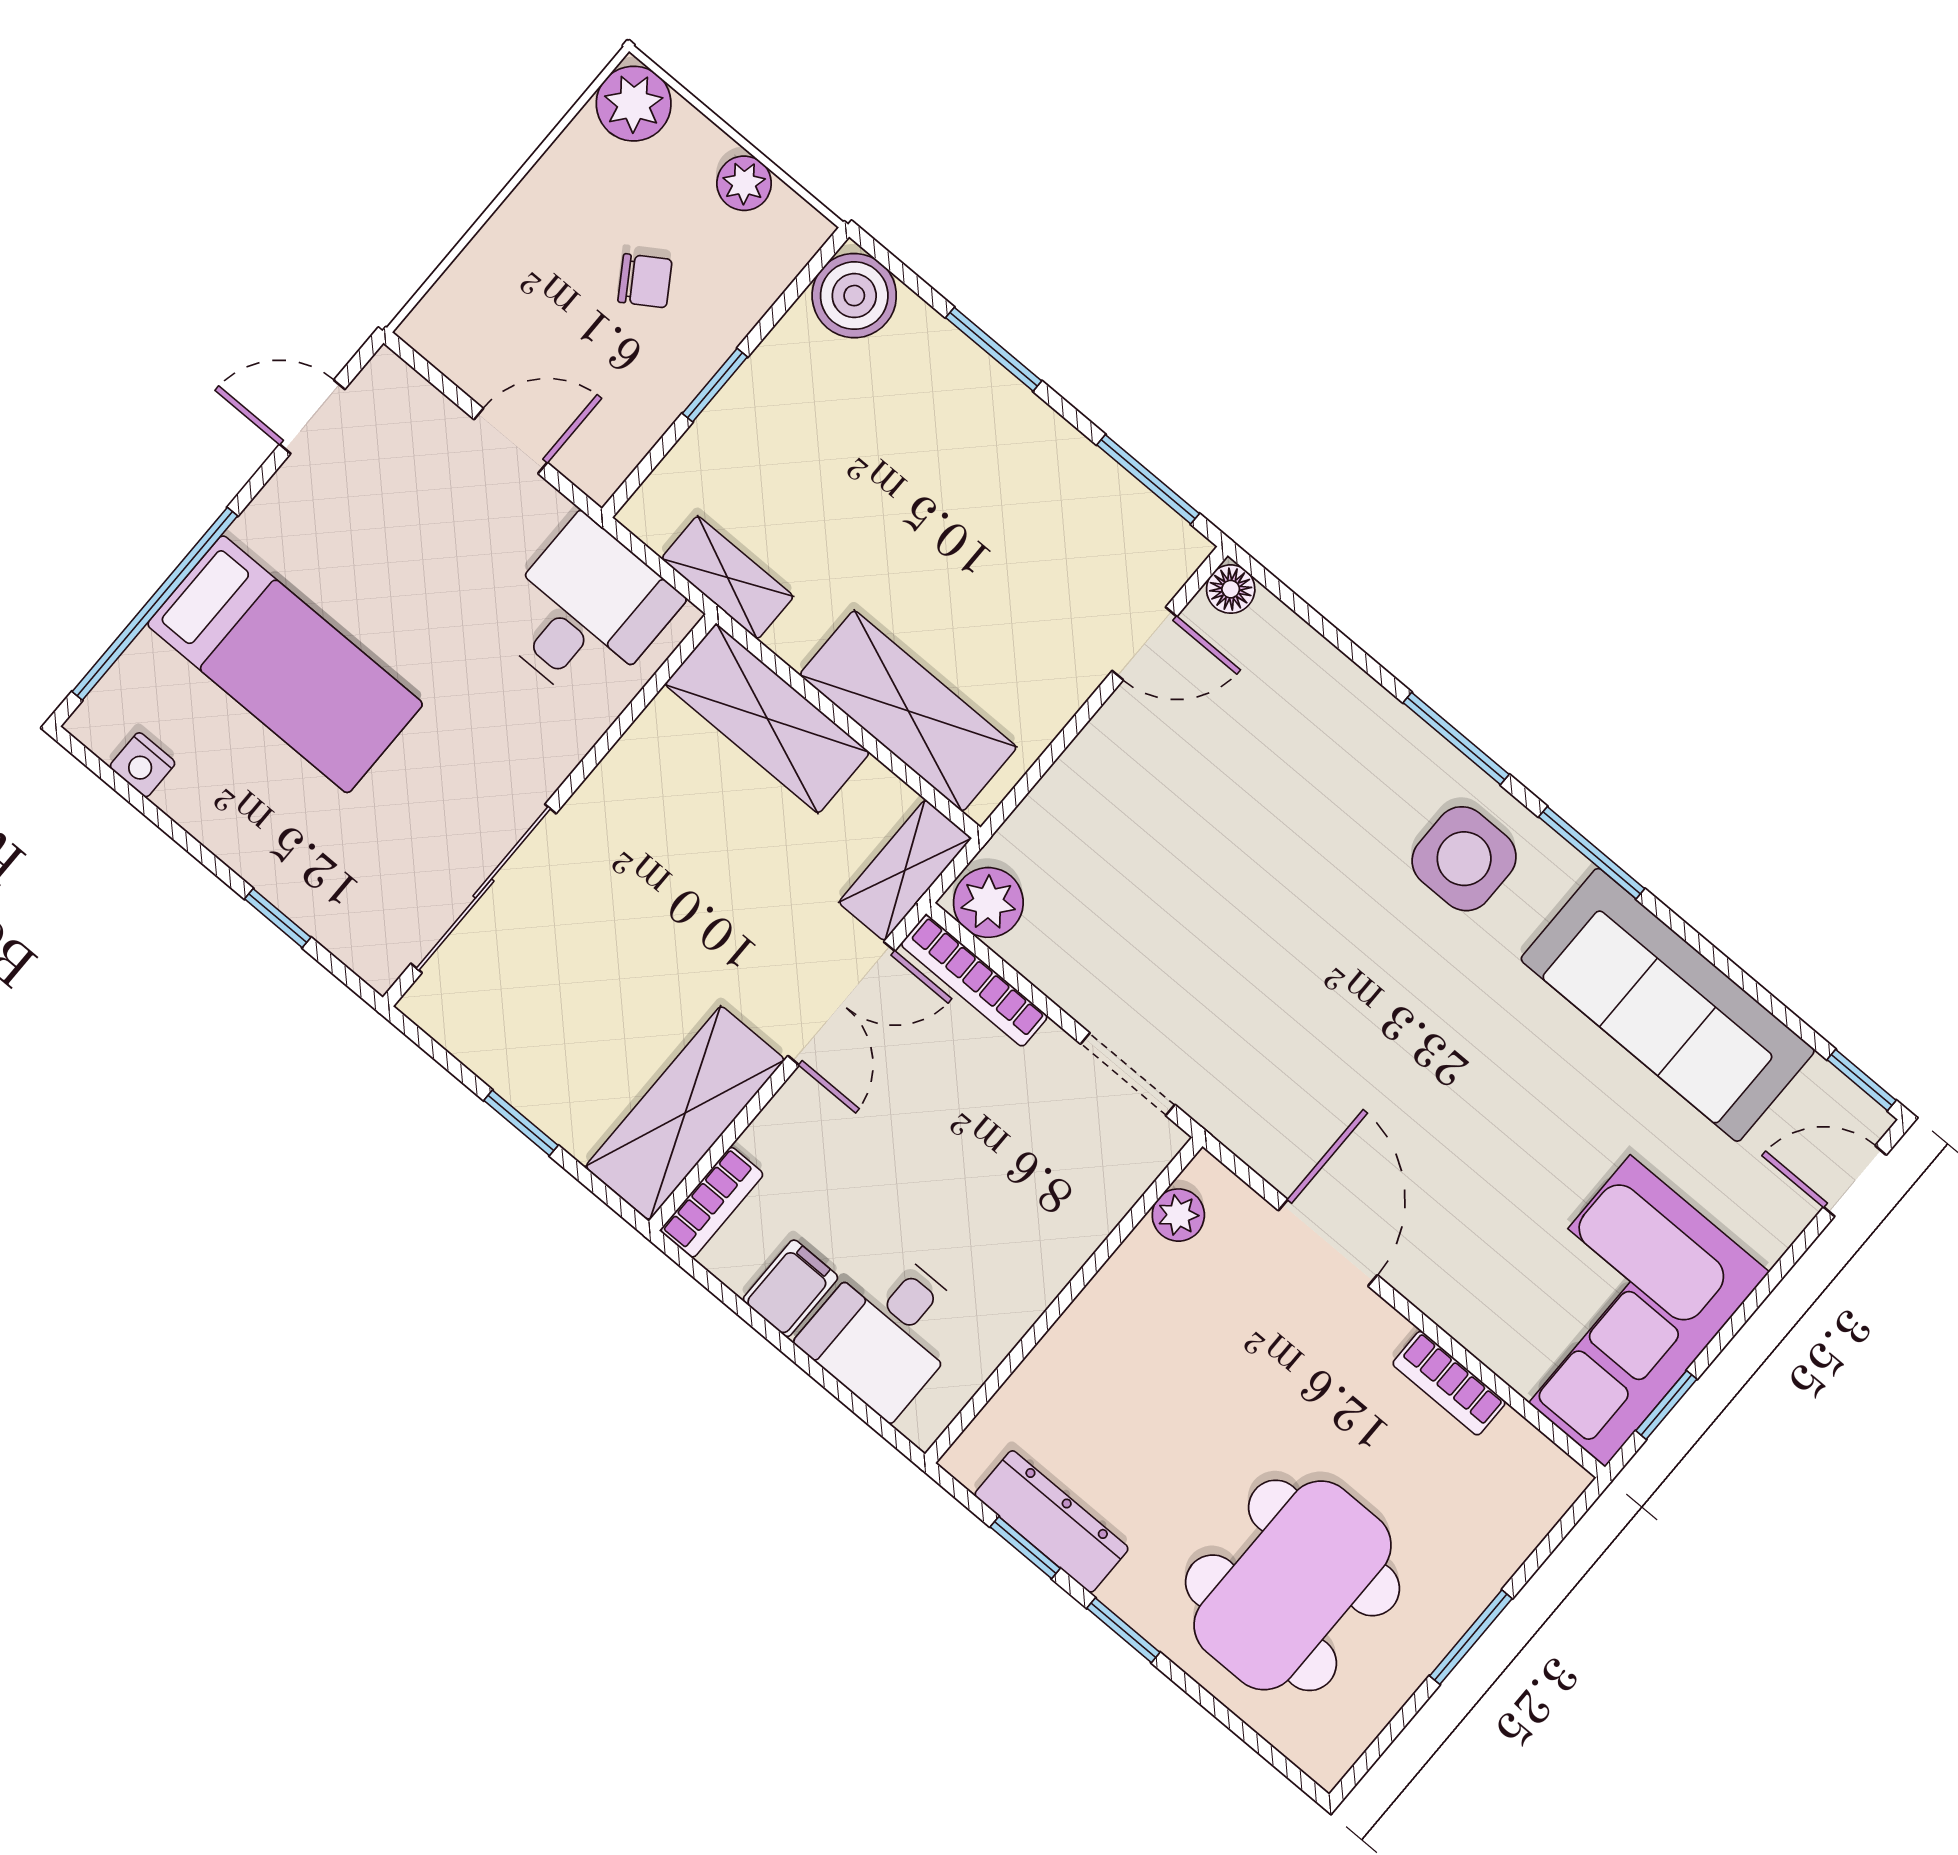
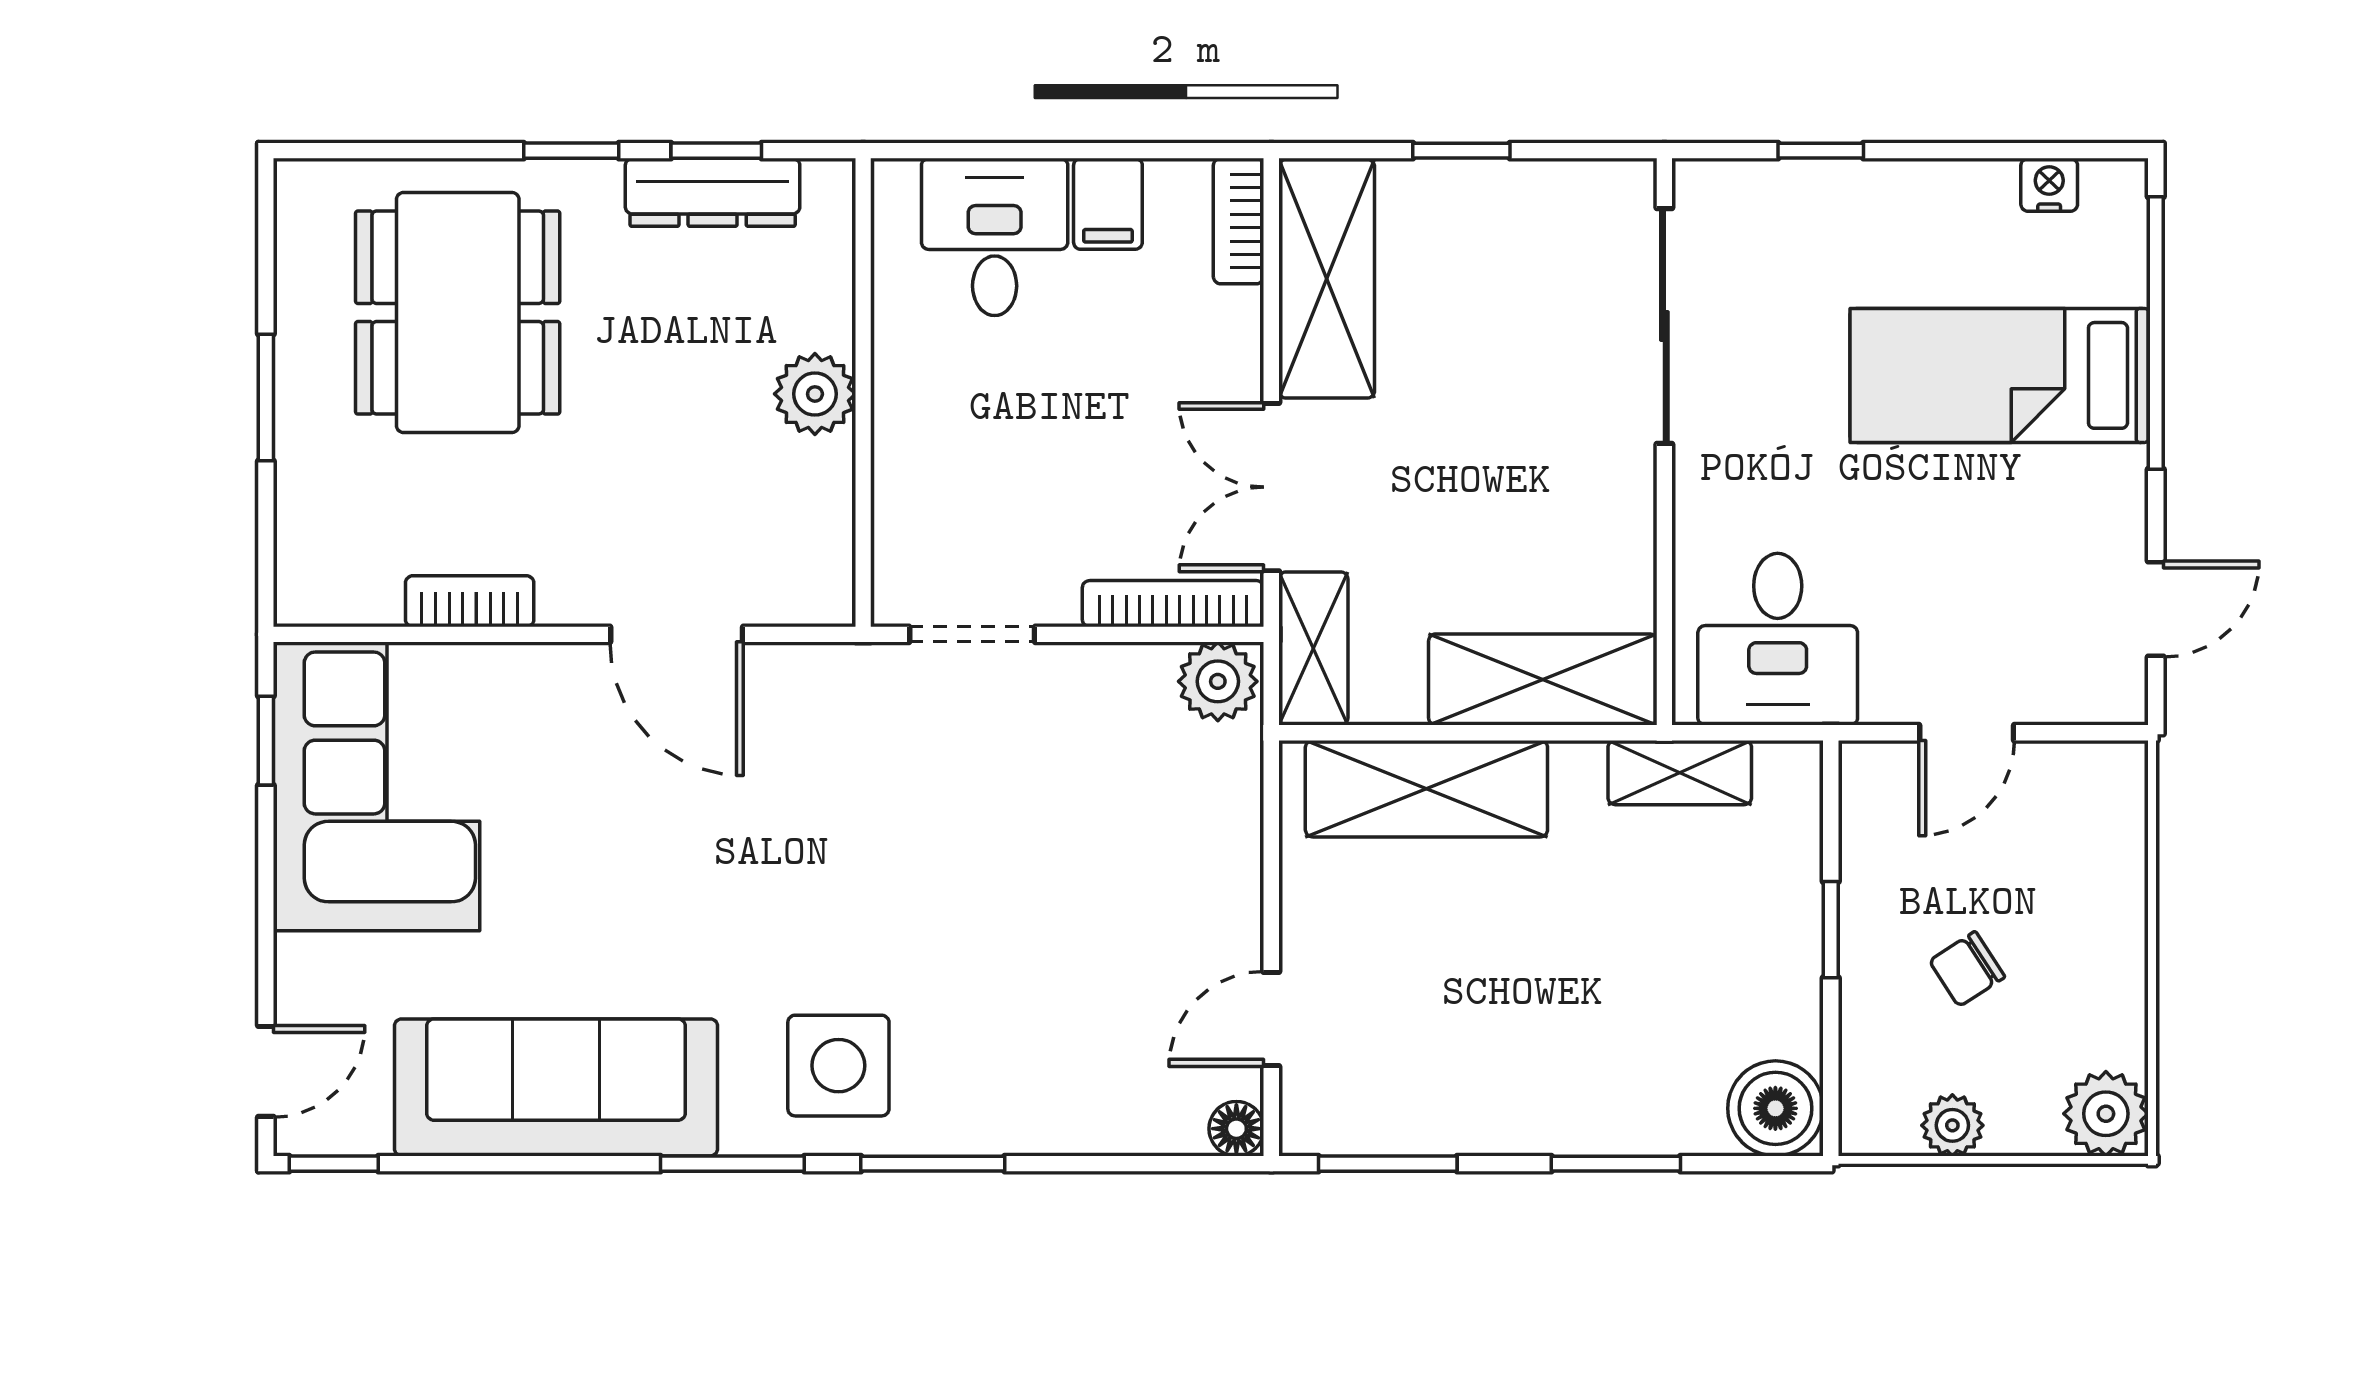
plant: (1178, 1215) -> (815, 394), moved, width x1.38, depth x1.38

